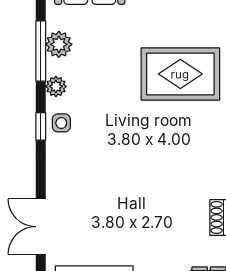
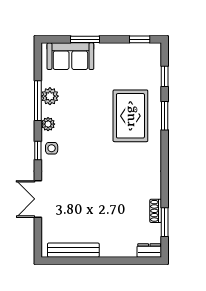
rug: (180, 74) -> (130, 116), turned 90
double door: (41, 227) -> (38, 199), moved

